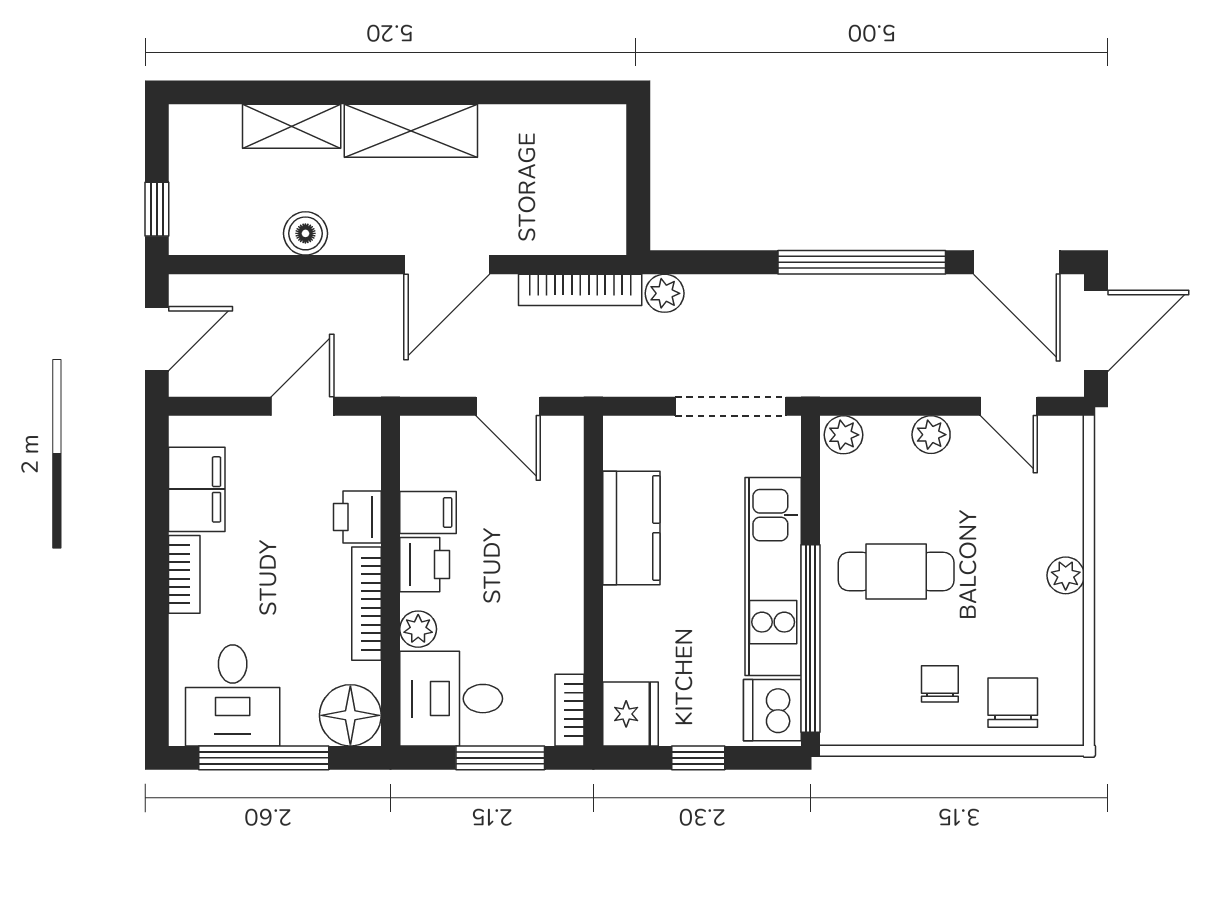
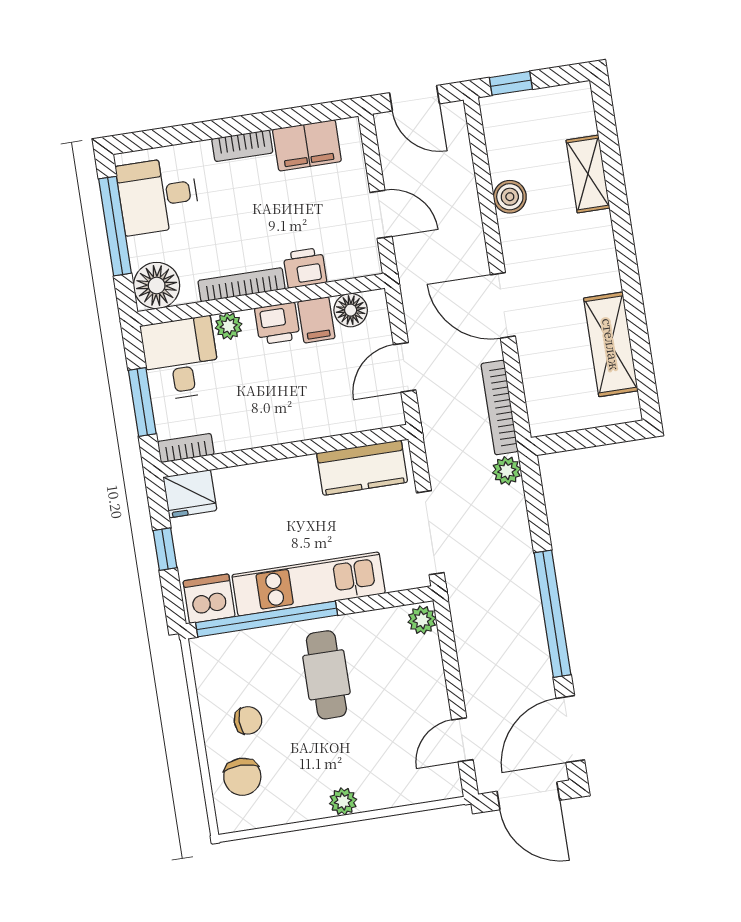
shelving: (411, 131) -> (611, 344), moved
plant: (931, 435) -> (432, 685), removed
floor lamp: (422, 466) -> (351, 310), added
kitchen counter: (631, 528) -> (362, 468), moved
chair: (1013, 703) -> (242, 777), turned 90

